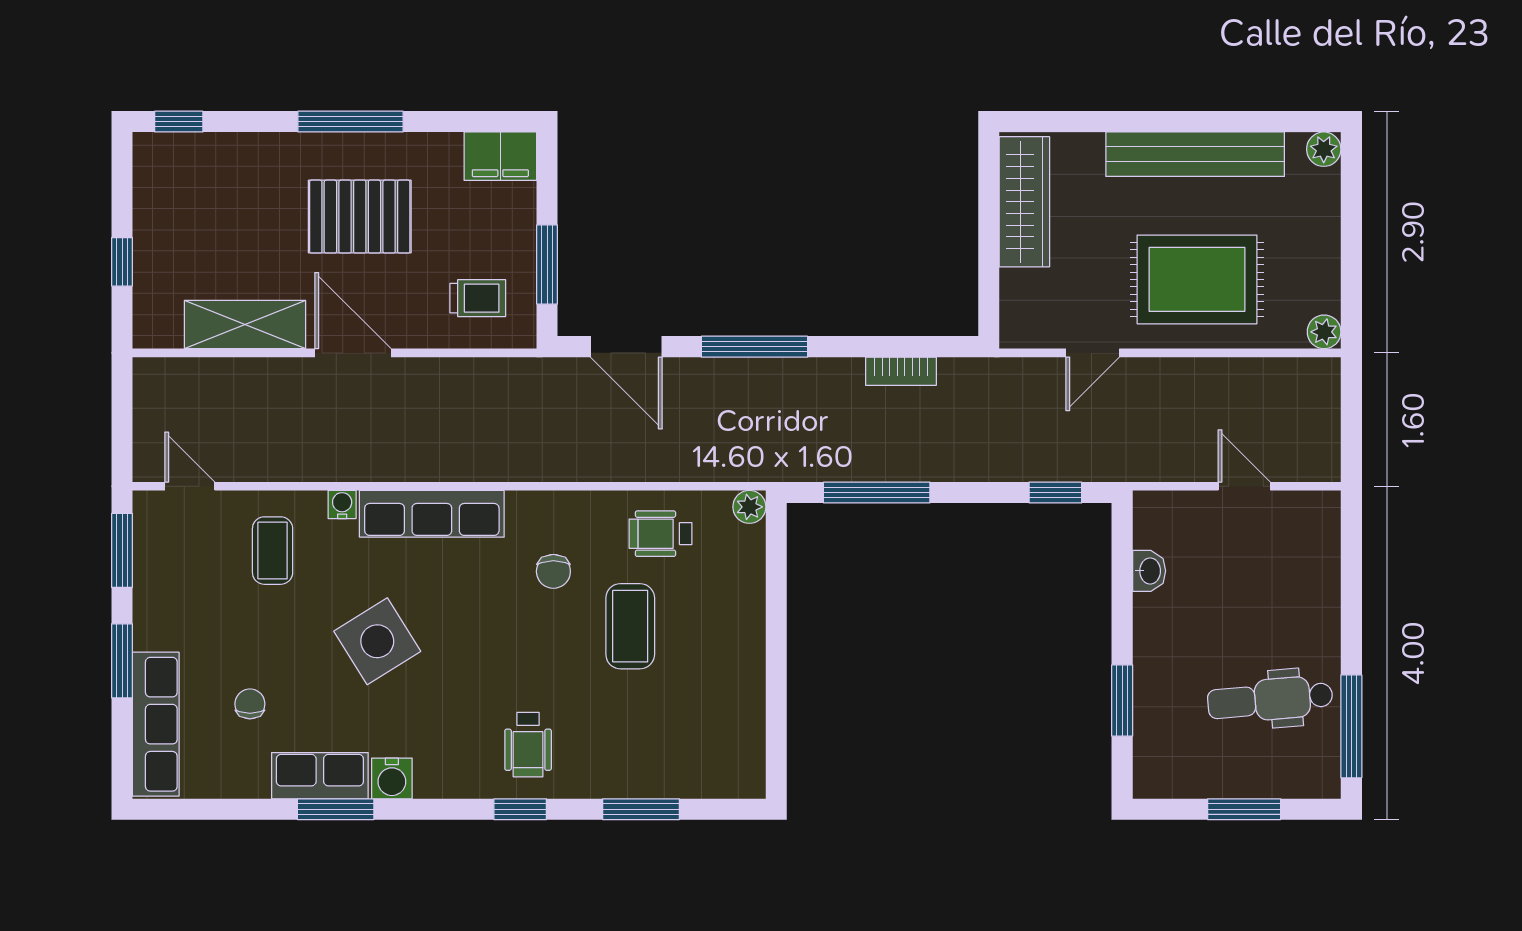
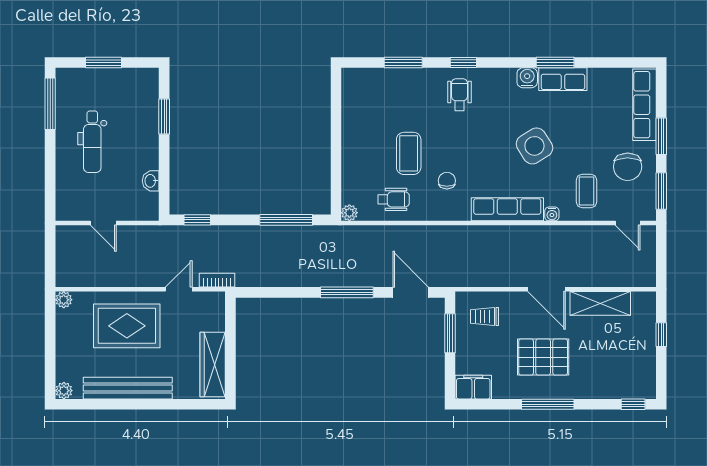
bookcase: (901, 371) -> (217, 280), moved
dental chair: (1270, 699) -> (92, 142), moved, turned 95
chair: (250, 704) -> (628, 167), moved, width x1.87, depth x1.87

